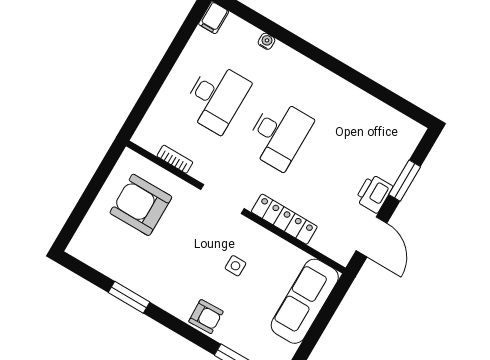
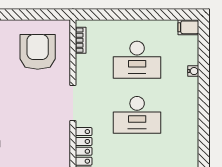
bookcase: (175, 159) -> (81, 40), moved
side table: (235, 266) -> (34, 137), removed

